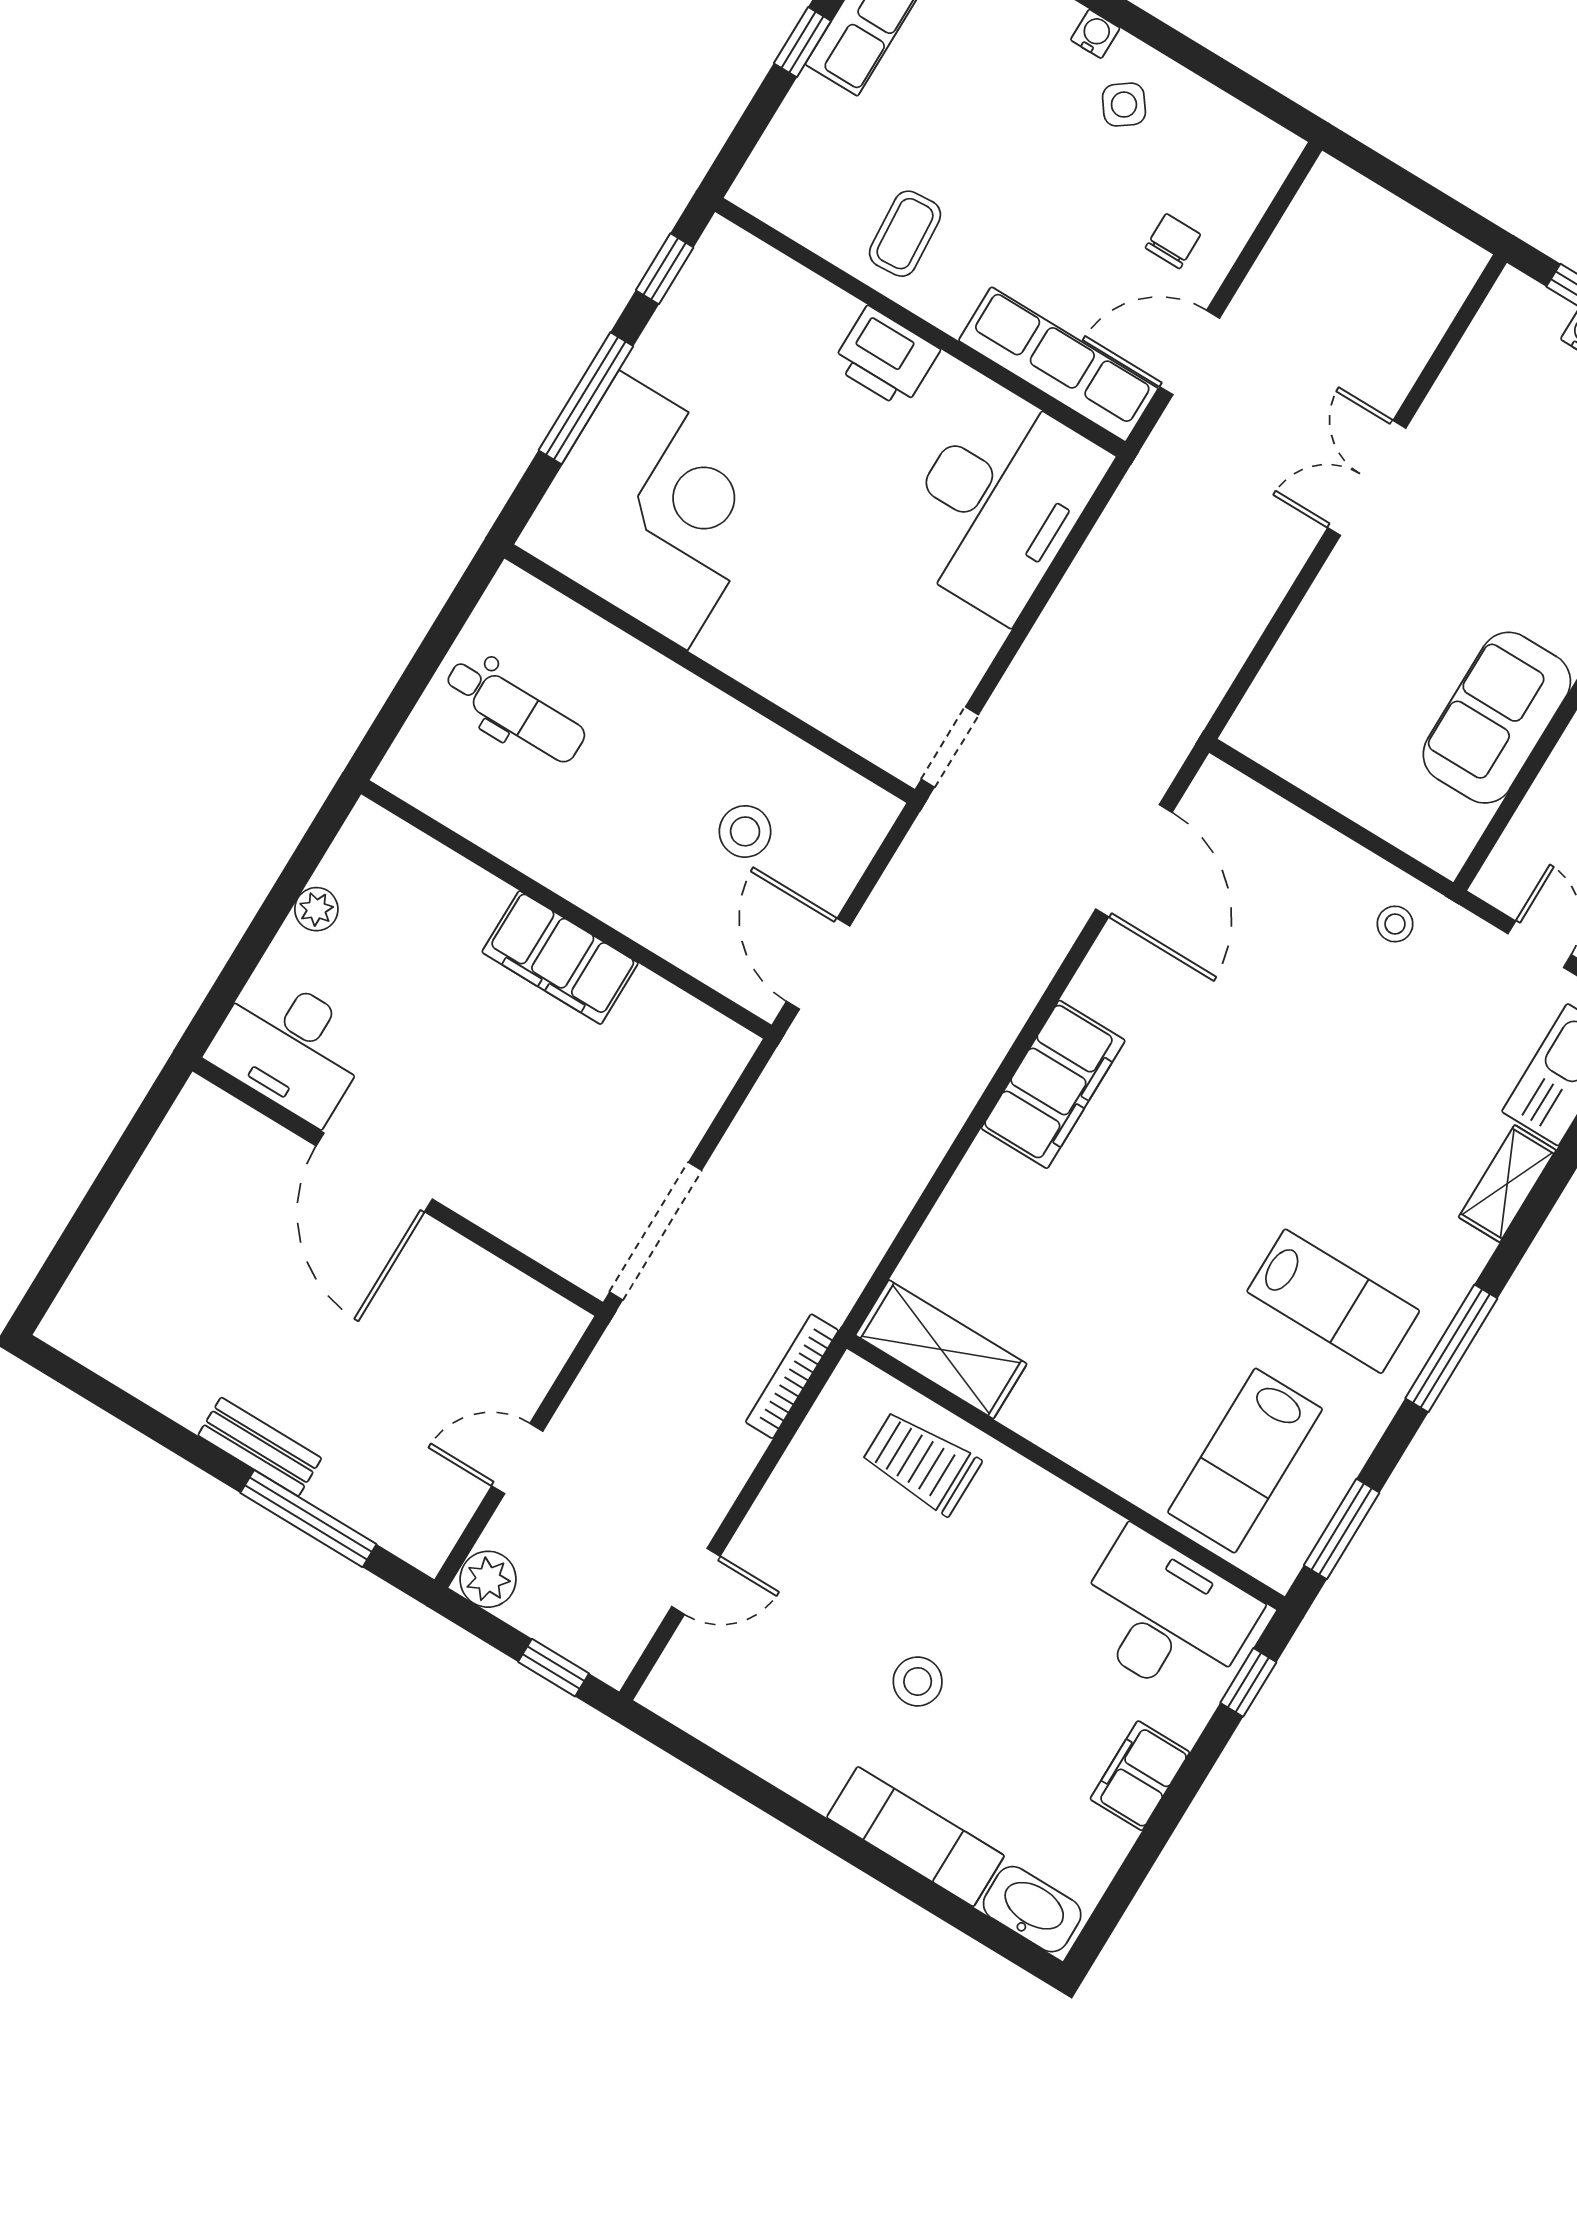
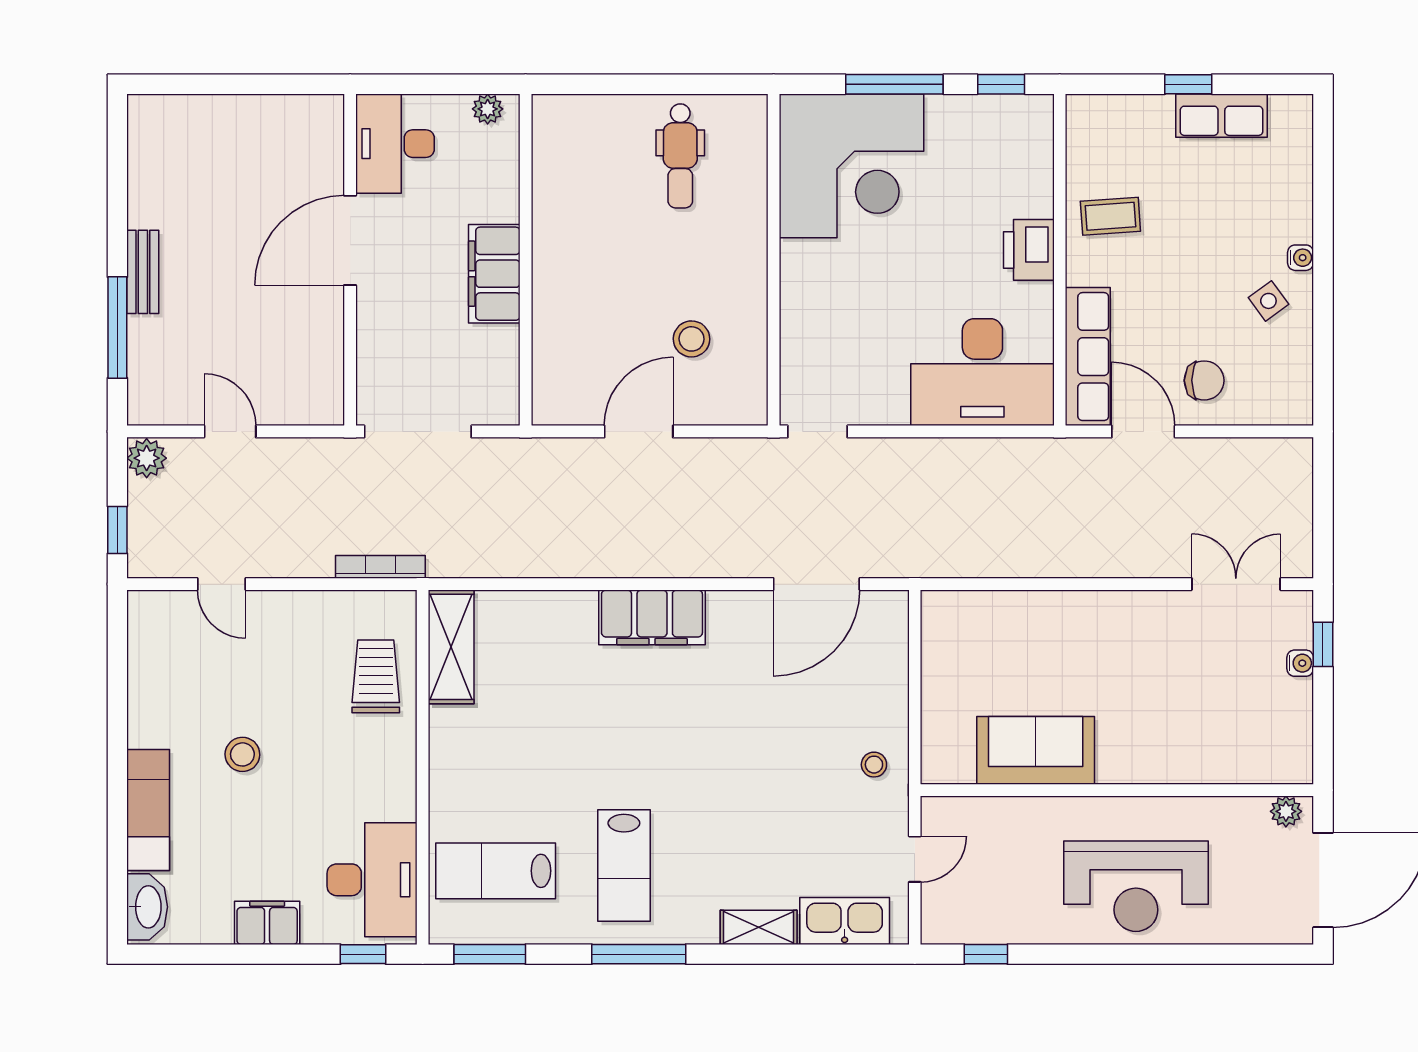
chair: (1173, 241) -> (1204, 380), width x1.37, depth x1.37
double door: (1367, 478) -> (1236, 584), moved
wall: (566, 909) -> (526, 260), moved
filing cabinet: (560, 958) -> (494, 274), moved

